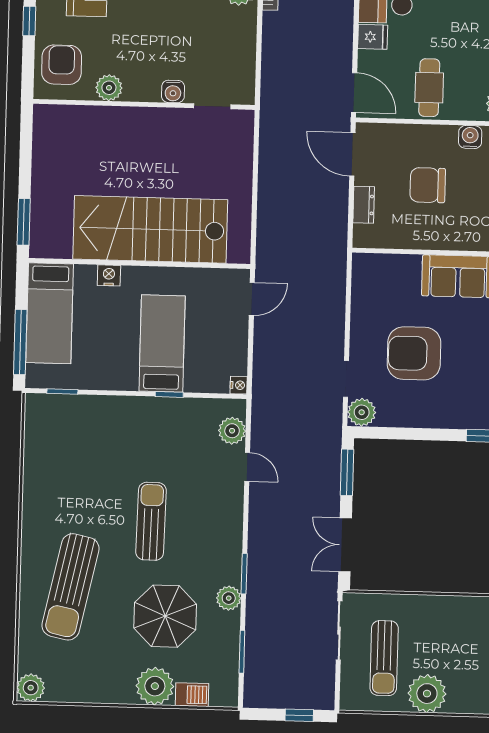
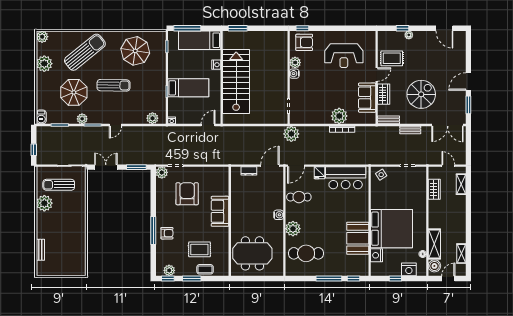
window: (29, 21) -> (302, 28), moved
water cooler: (173, 91) -> (294, 74), moved
plant: (278, 102) -> (291, 134), added
chair: (428, 185) -> (258, 198), removed
door: (252, 299) -> (208, 125), swing flipped
parasol: (71, 467) -> (135, 51), added
door: (247, 467) -> (115, 125), moved
sun lounger: (70, 587) -> (85, 52), turned 129
plant: (155, 686) -> (44, 64), moved
barbecue: (192, 695) -> (41, 117), moved

